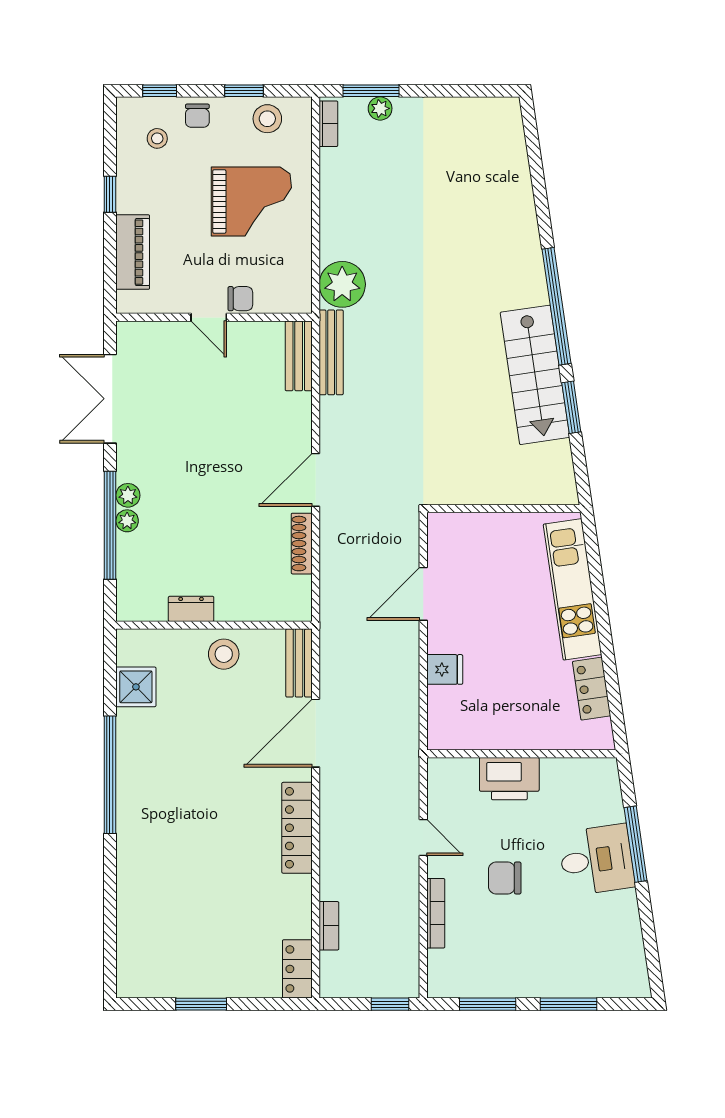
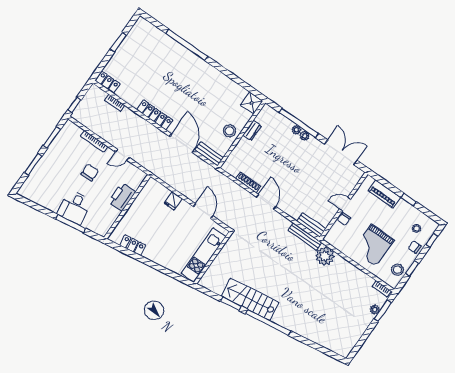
kitchen unit: (572, 589) -> (203, 255), moved, turned -82
shower: (136, 687) -> (252, 103), moved
window: (110, 775) -> (187, 45), moved

